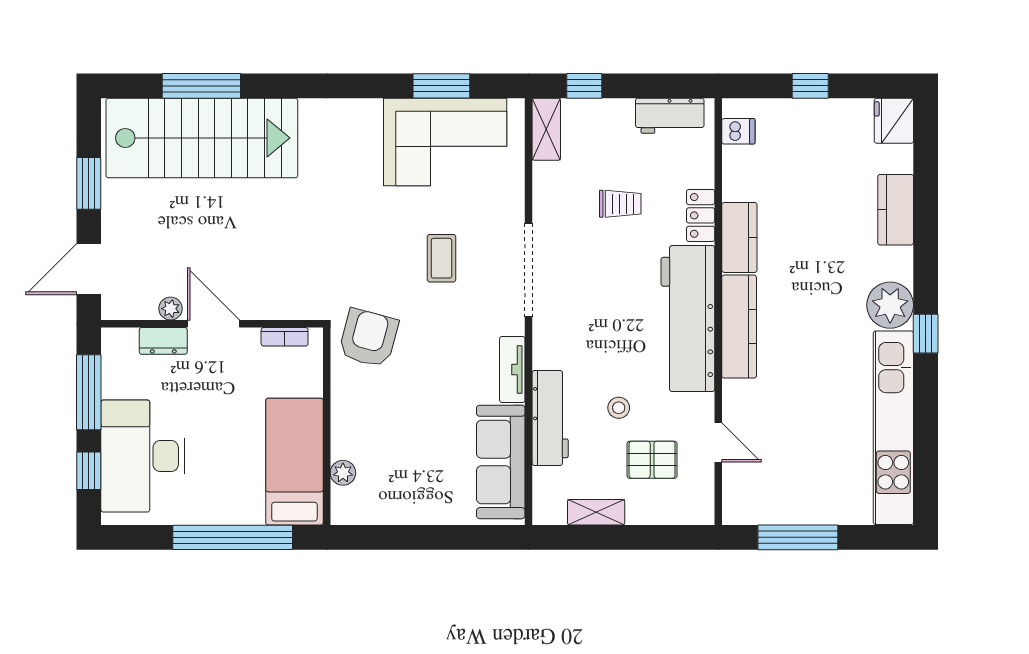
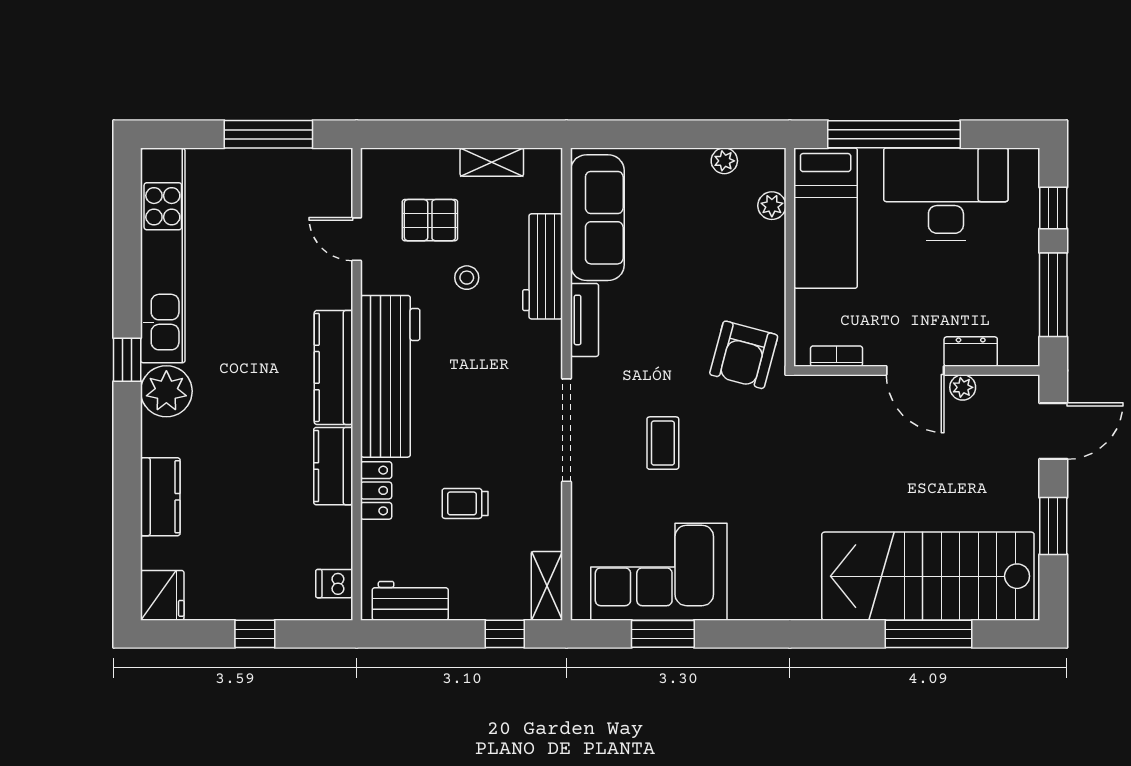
desk: (143, 456) -> (946, 194), moved, turned -90
plant: (386, 513) -> (724, 161), added

